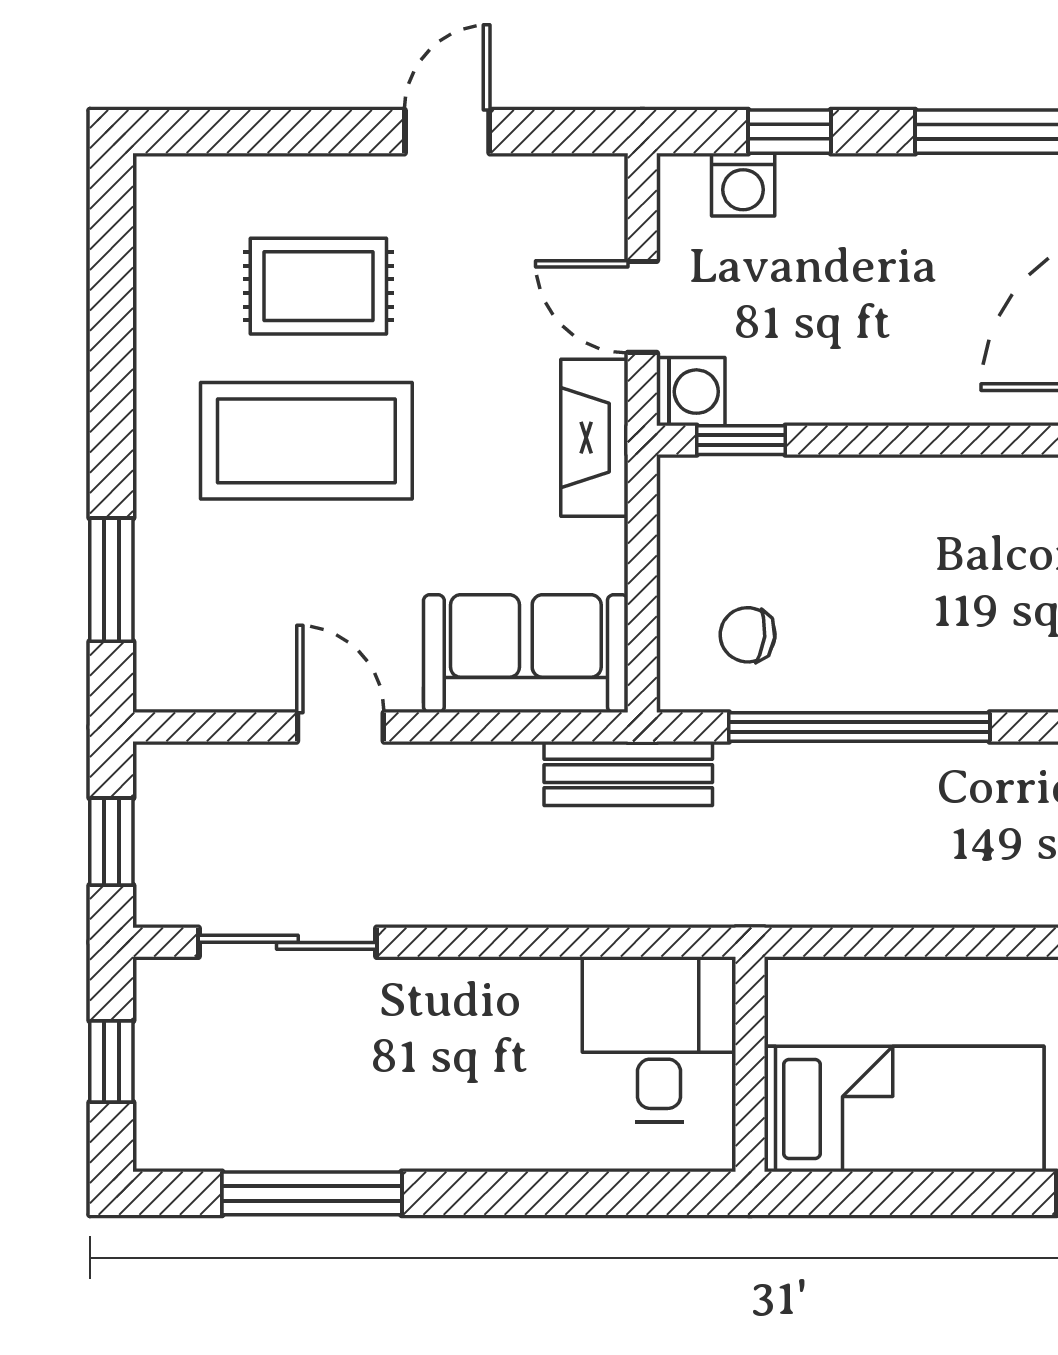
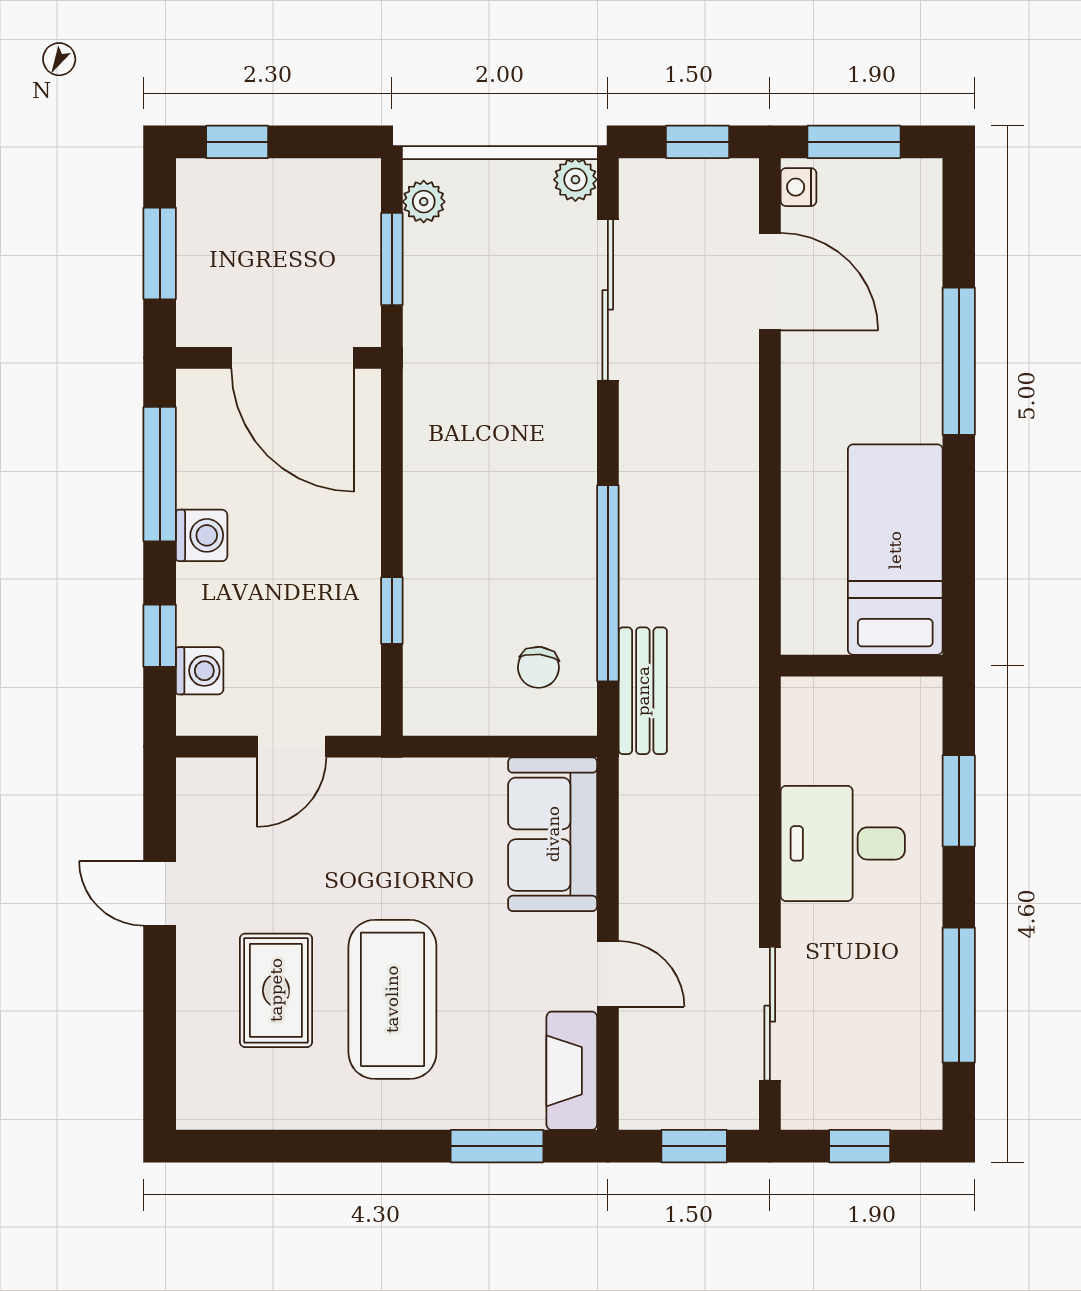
washing machine: (691, 392) -> (202, 535), moved, turned 90
fireplace: (594, 438) -> (572, 1071), moved, turned 90
window: (741, 440) -> (392, 611), moved
door: (340, 727) -> (608, 974), swing flipped
bench: (628, 774) -> (643, 691), moved
desk: (659, 1039) -> (843, 843), moved
window: (570, 1193) -> (959, 801), added

